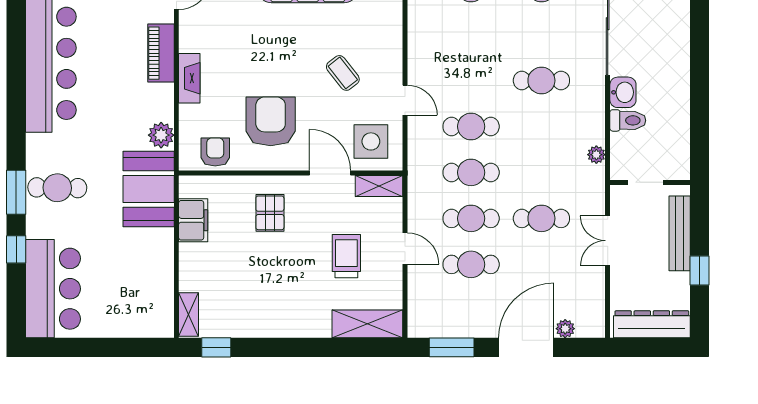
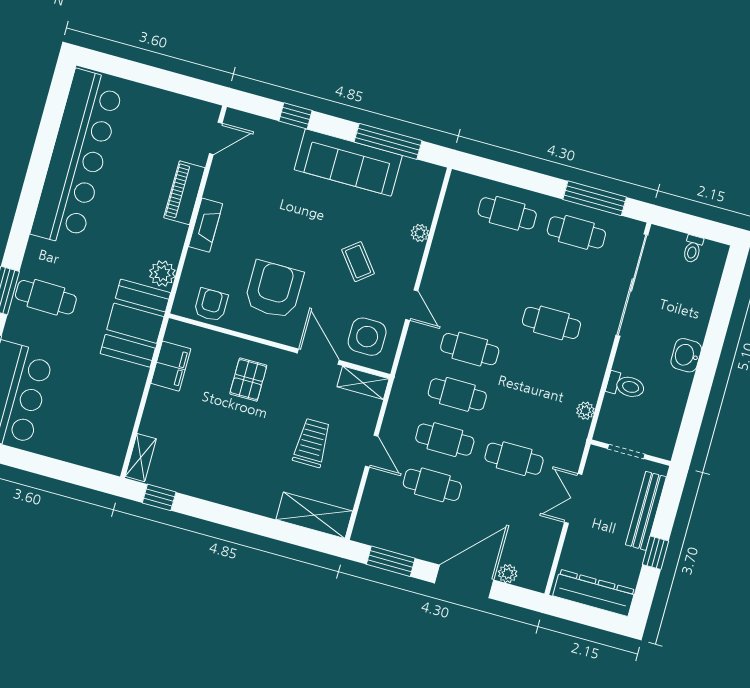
plant: (394, 30) -> (420, 233), added
washbasin: (623, 92) -> (686, 355), moved, turned 180

